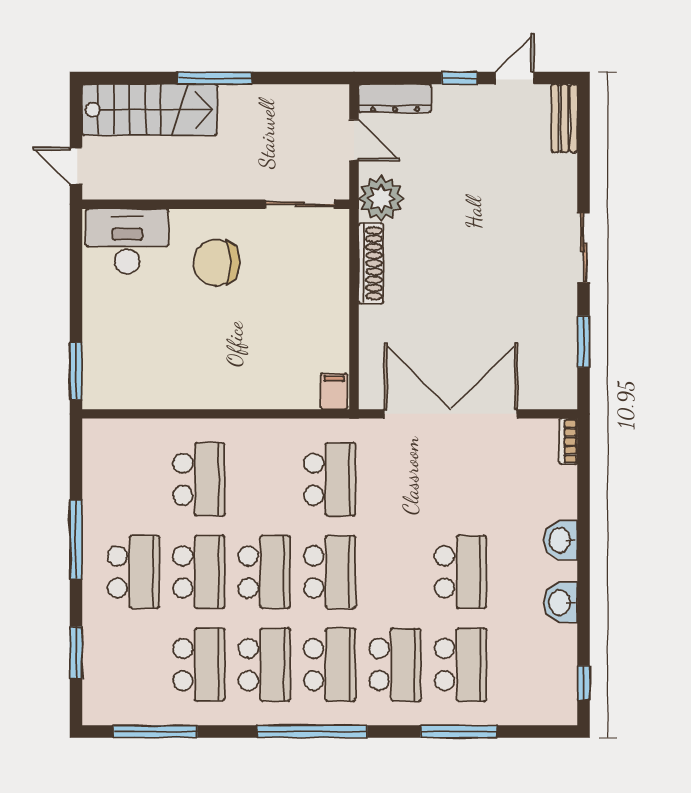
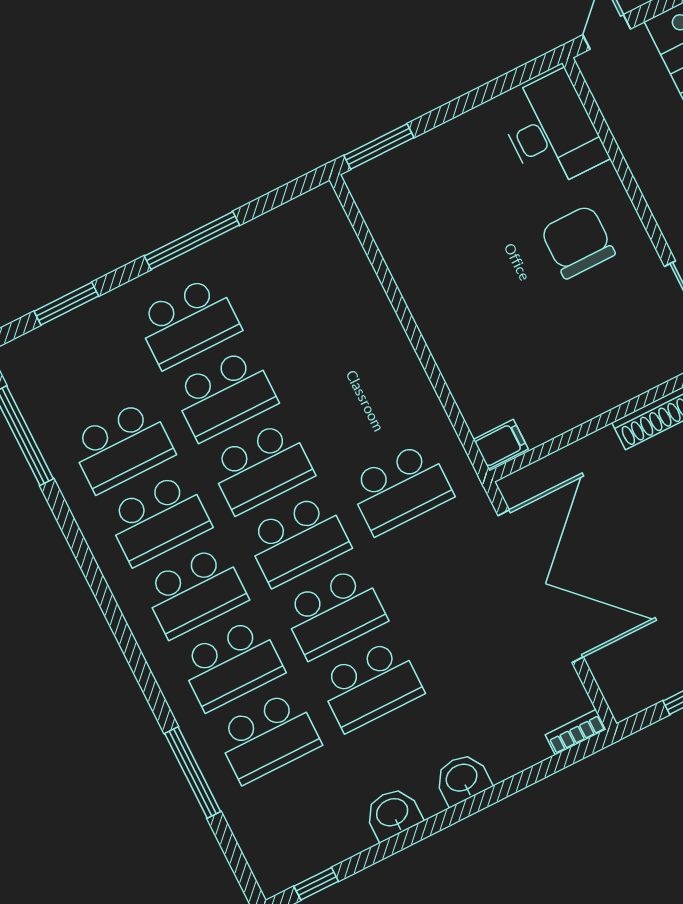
school desk: (199, 479) -> (334, 613), moved
window: (312, 732) -> (111, 610), removed

